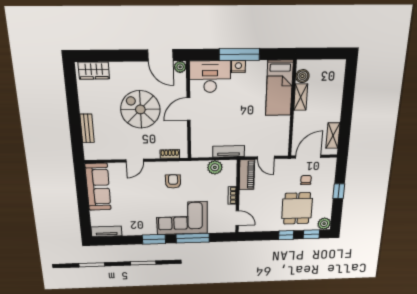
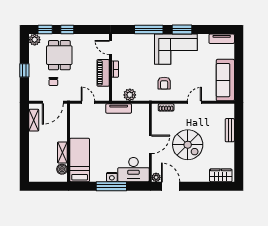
piano: (247, 175) -> (103, 73), moved
corner sofa: (182, 218) -> (176, 49), moved

